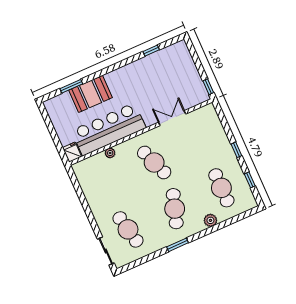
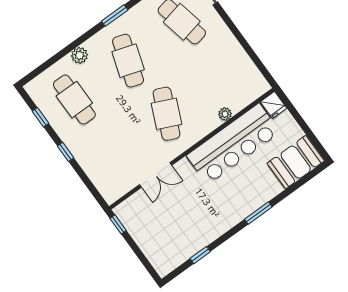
window: (71, 86) -> (258, 213), moved
booth: (90, 94) -> (296, 162), moved
cafe table: (154, 162) -> (167, 114), turned 45

